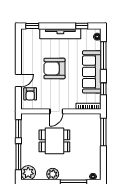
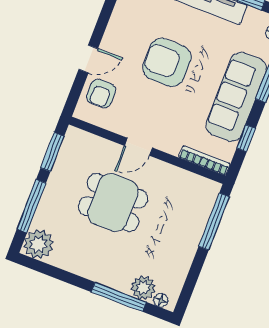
plant: (53, 174) -> (143, 288), moved

